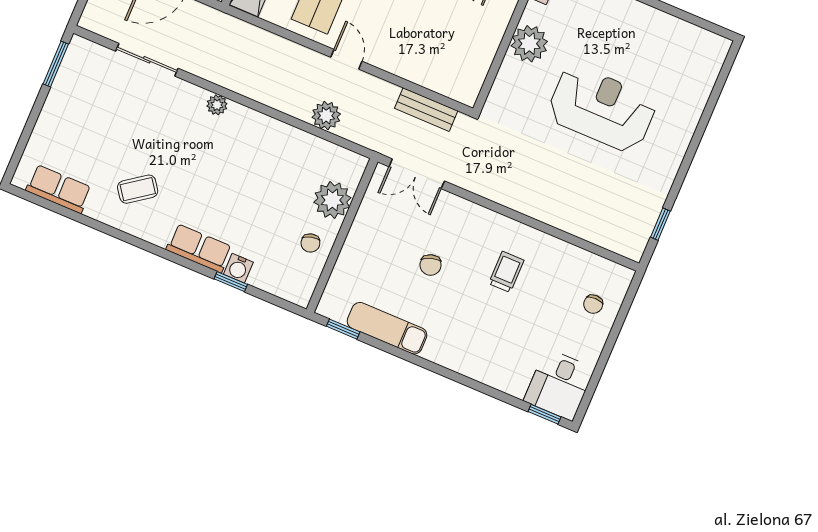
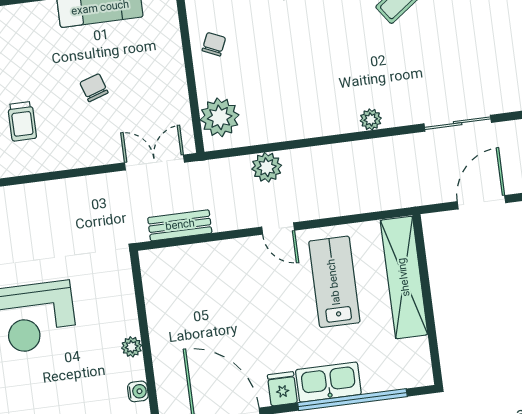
plant: (529, 44) -> (132, 347), width x0.53, depth x0.53
plant: (332, 200) -> (220, 117), moved
chair: (310, 243) -> (214, 44), turned 39

